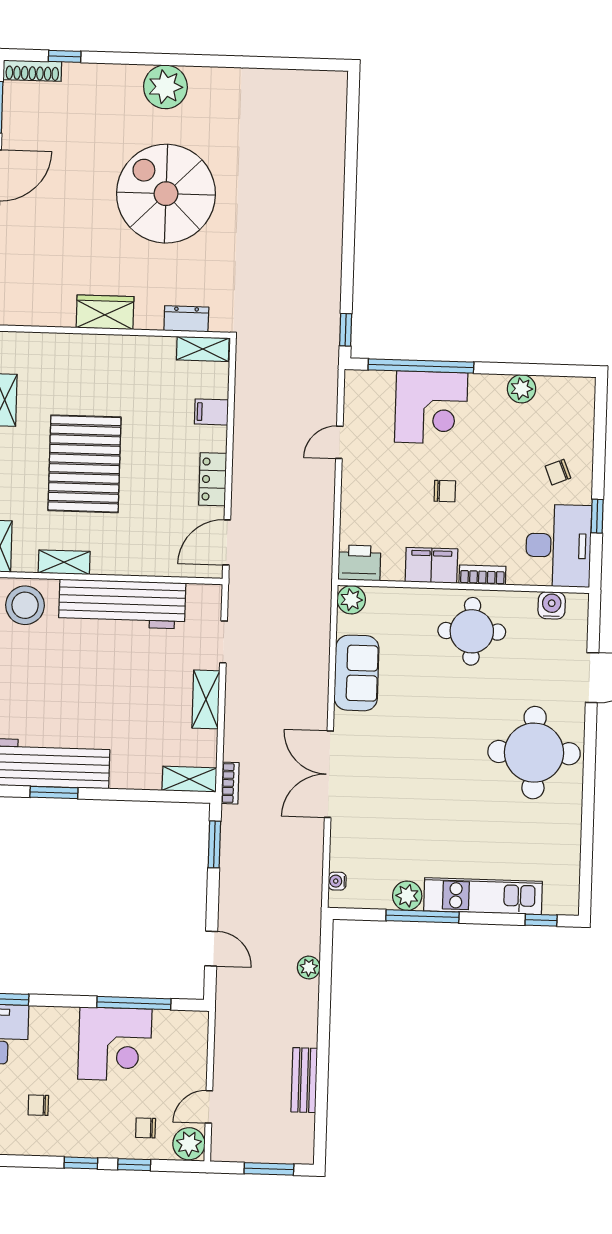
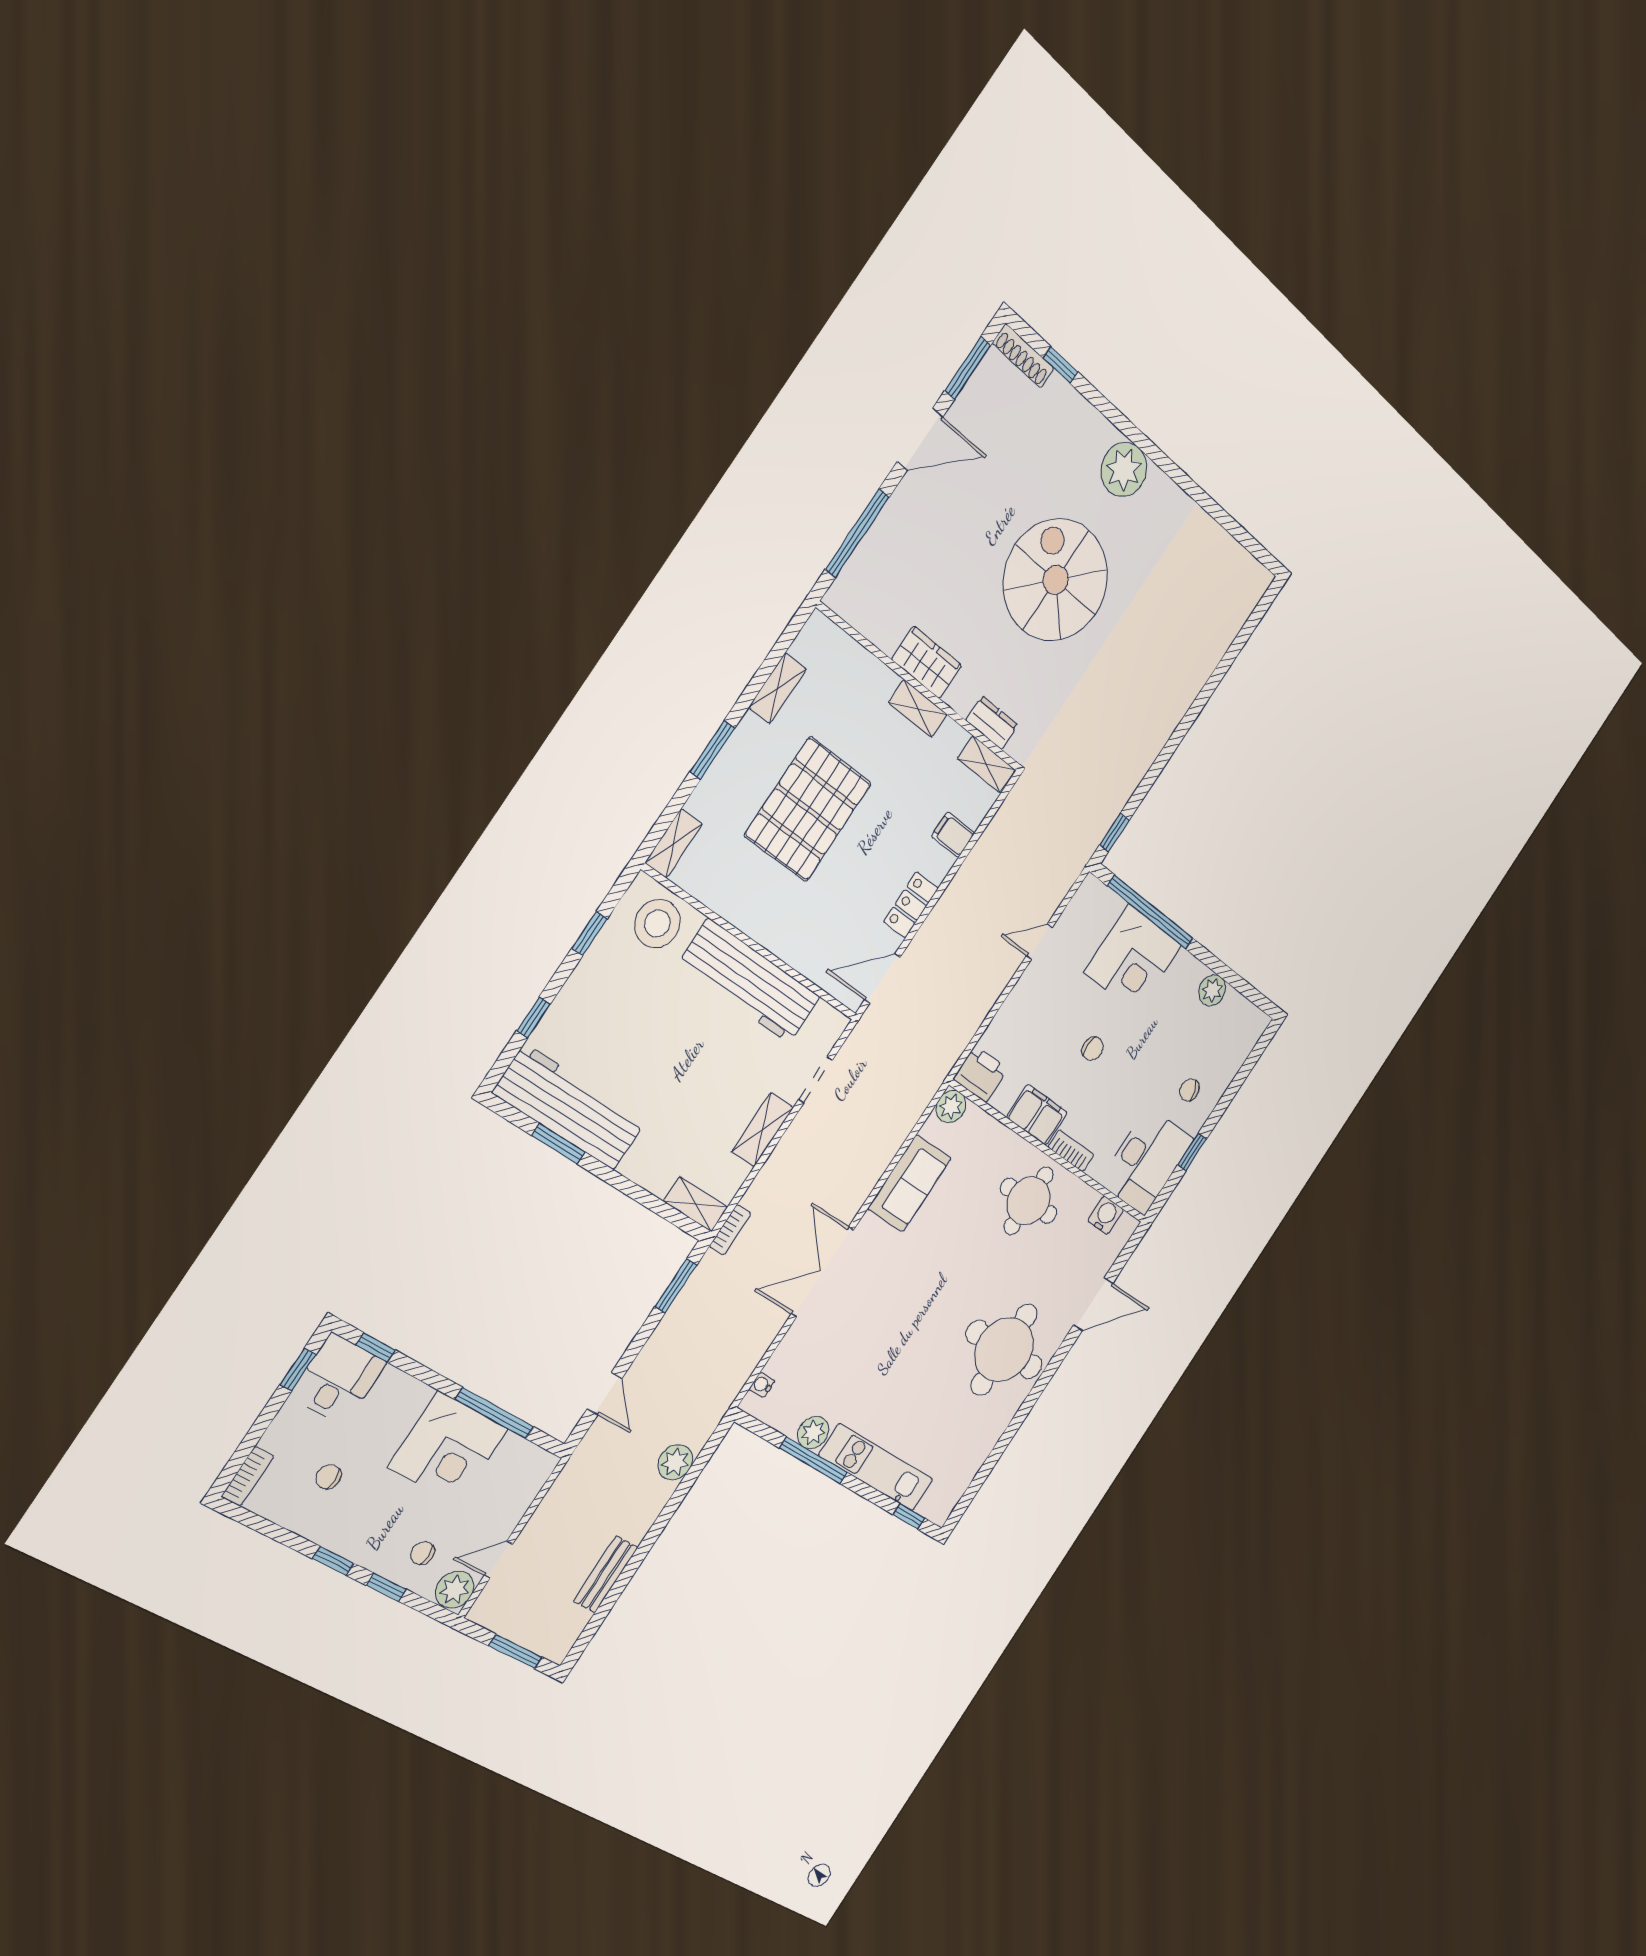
shelving: (64, 562) -> (918, 708), moved
plant: (309, 967) -> (675, 1462), width x1.38, depth x1.38

